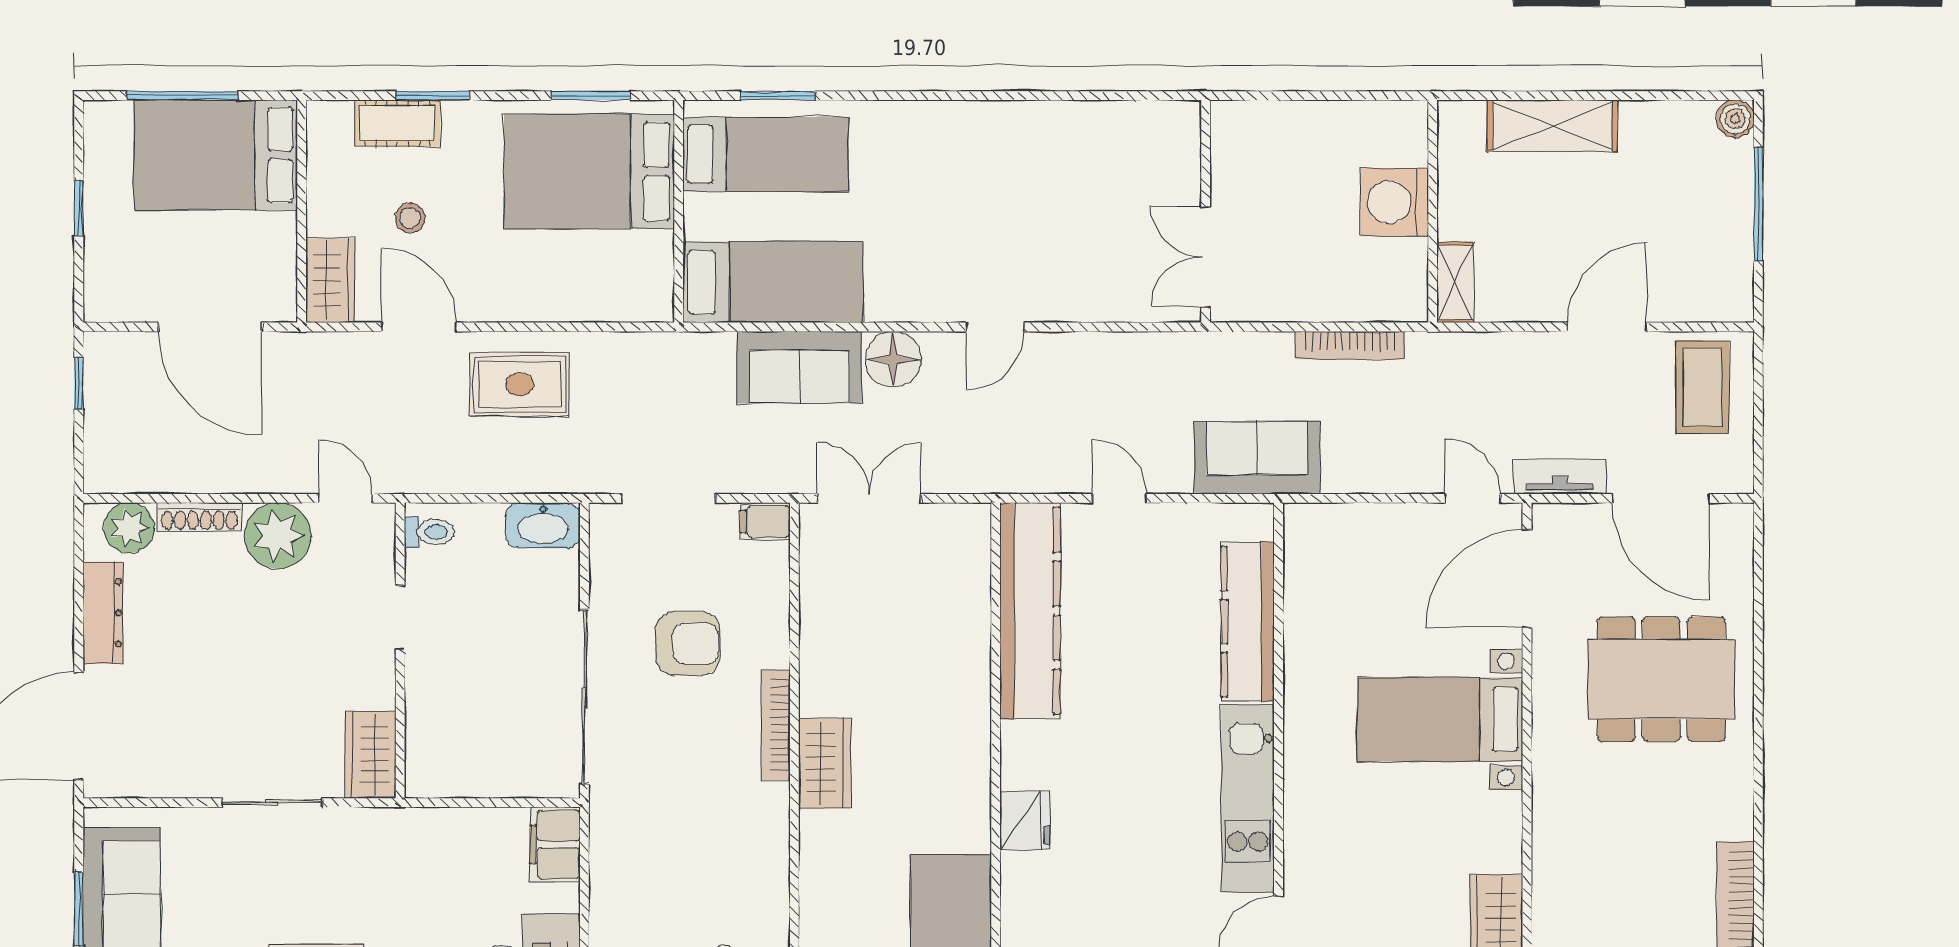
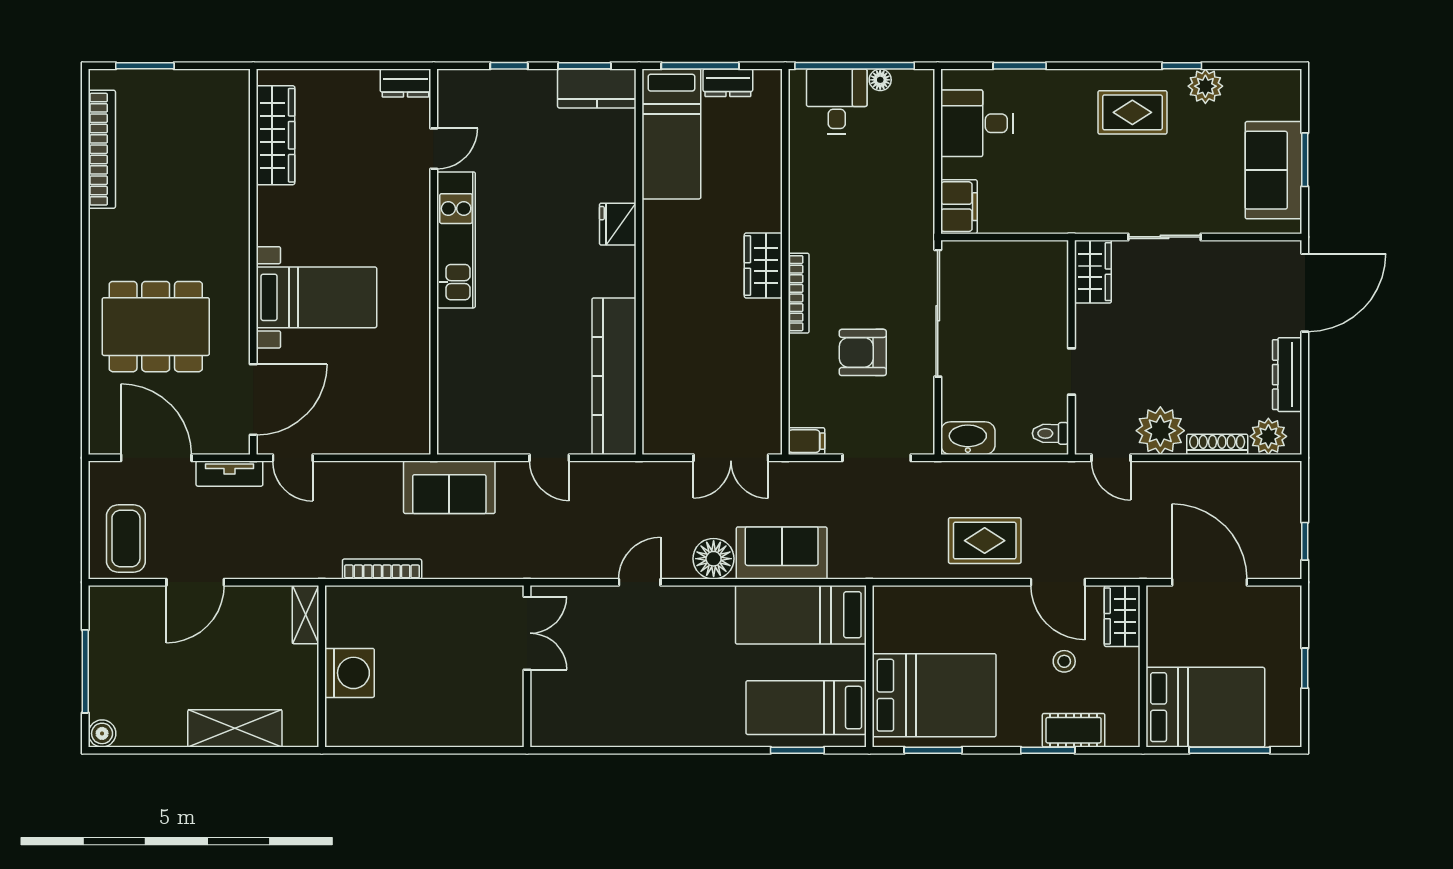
wall: (1206, 211) -> (527, 666), moved
double door: (1206, 257) -> (527, 633), moved
kitchen counter: (1248, 622) -> (456, 368), removed

